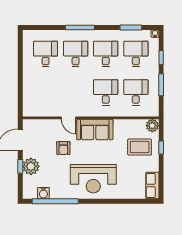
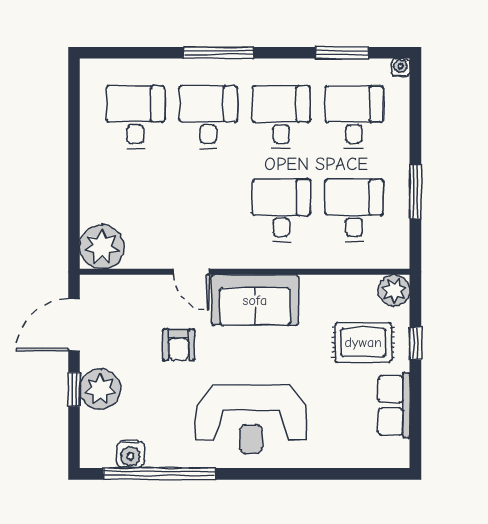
window: (161, 58) -> (415, 126), removed
plant: (32, 108) -> (102, 247), added
row of seats: (152, 186) -> (394, 405), moved

